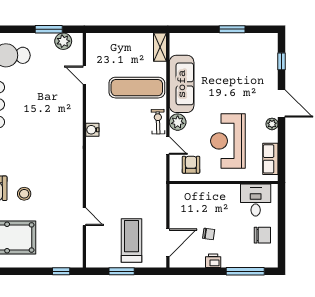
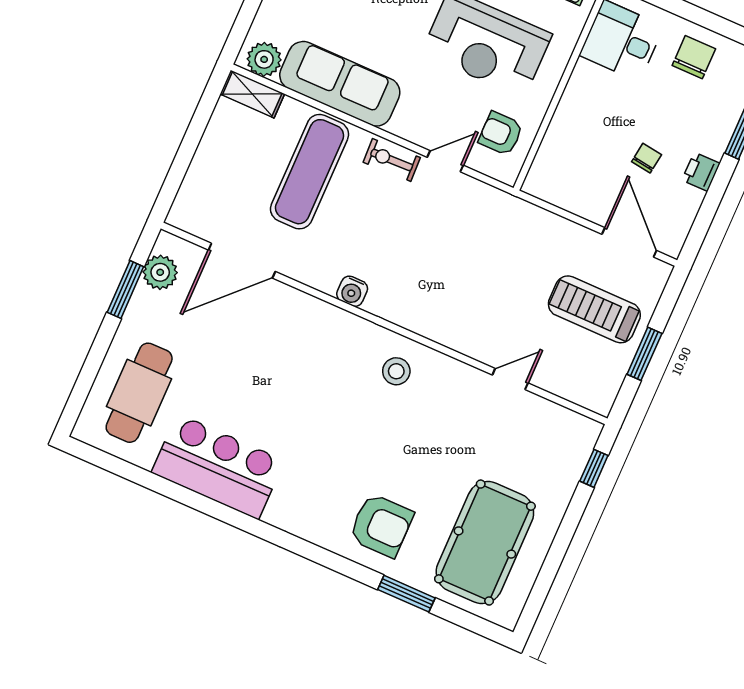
door: (84, 75) -> (242, 261), width x1.87
plant: (178, 122) -> (264, 59), moved
stool: (24, 194) -> (396, 371), moved

